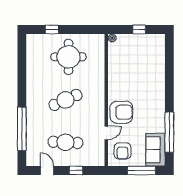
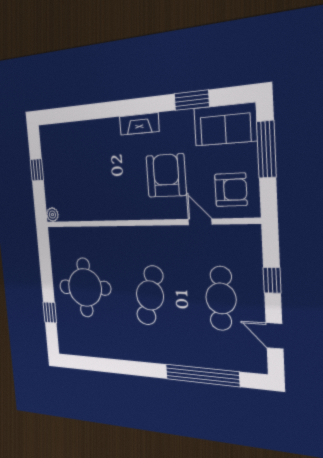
cafe table: (65, 100) -> (150, 295), turned 39
fireplace: (160, 101) -> (139, 124), added
armchair: (121, 112) -> (166, 176), moved
window: (169, 132) -> (192, 100), width x0.47
door: (47, 170) -> (274, 336), hinge flipped

